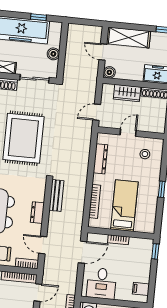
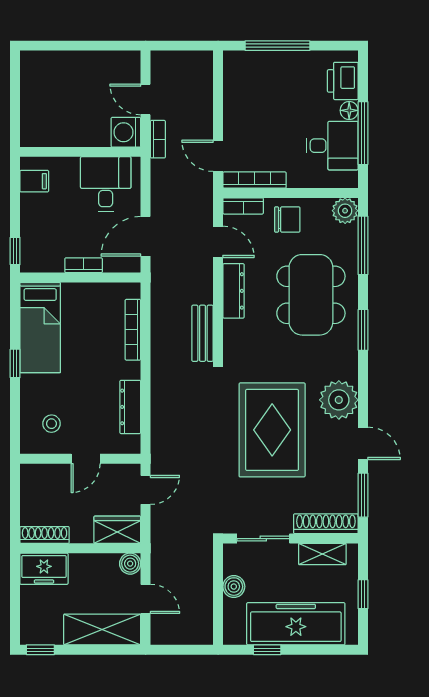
wardrobe: (127, 93) -> (117, 530), moved
bed: (124, 206) -> (40, 327), moved
dresser: (37, 213) -> (234, 291), width x1.44
door: (38, 293) -> (218, 156), hinge flipped

